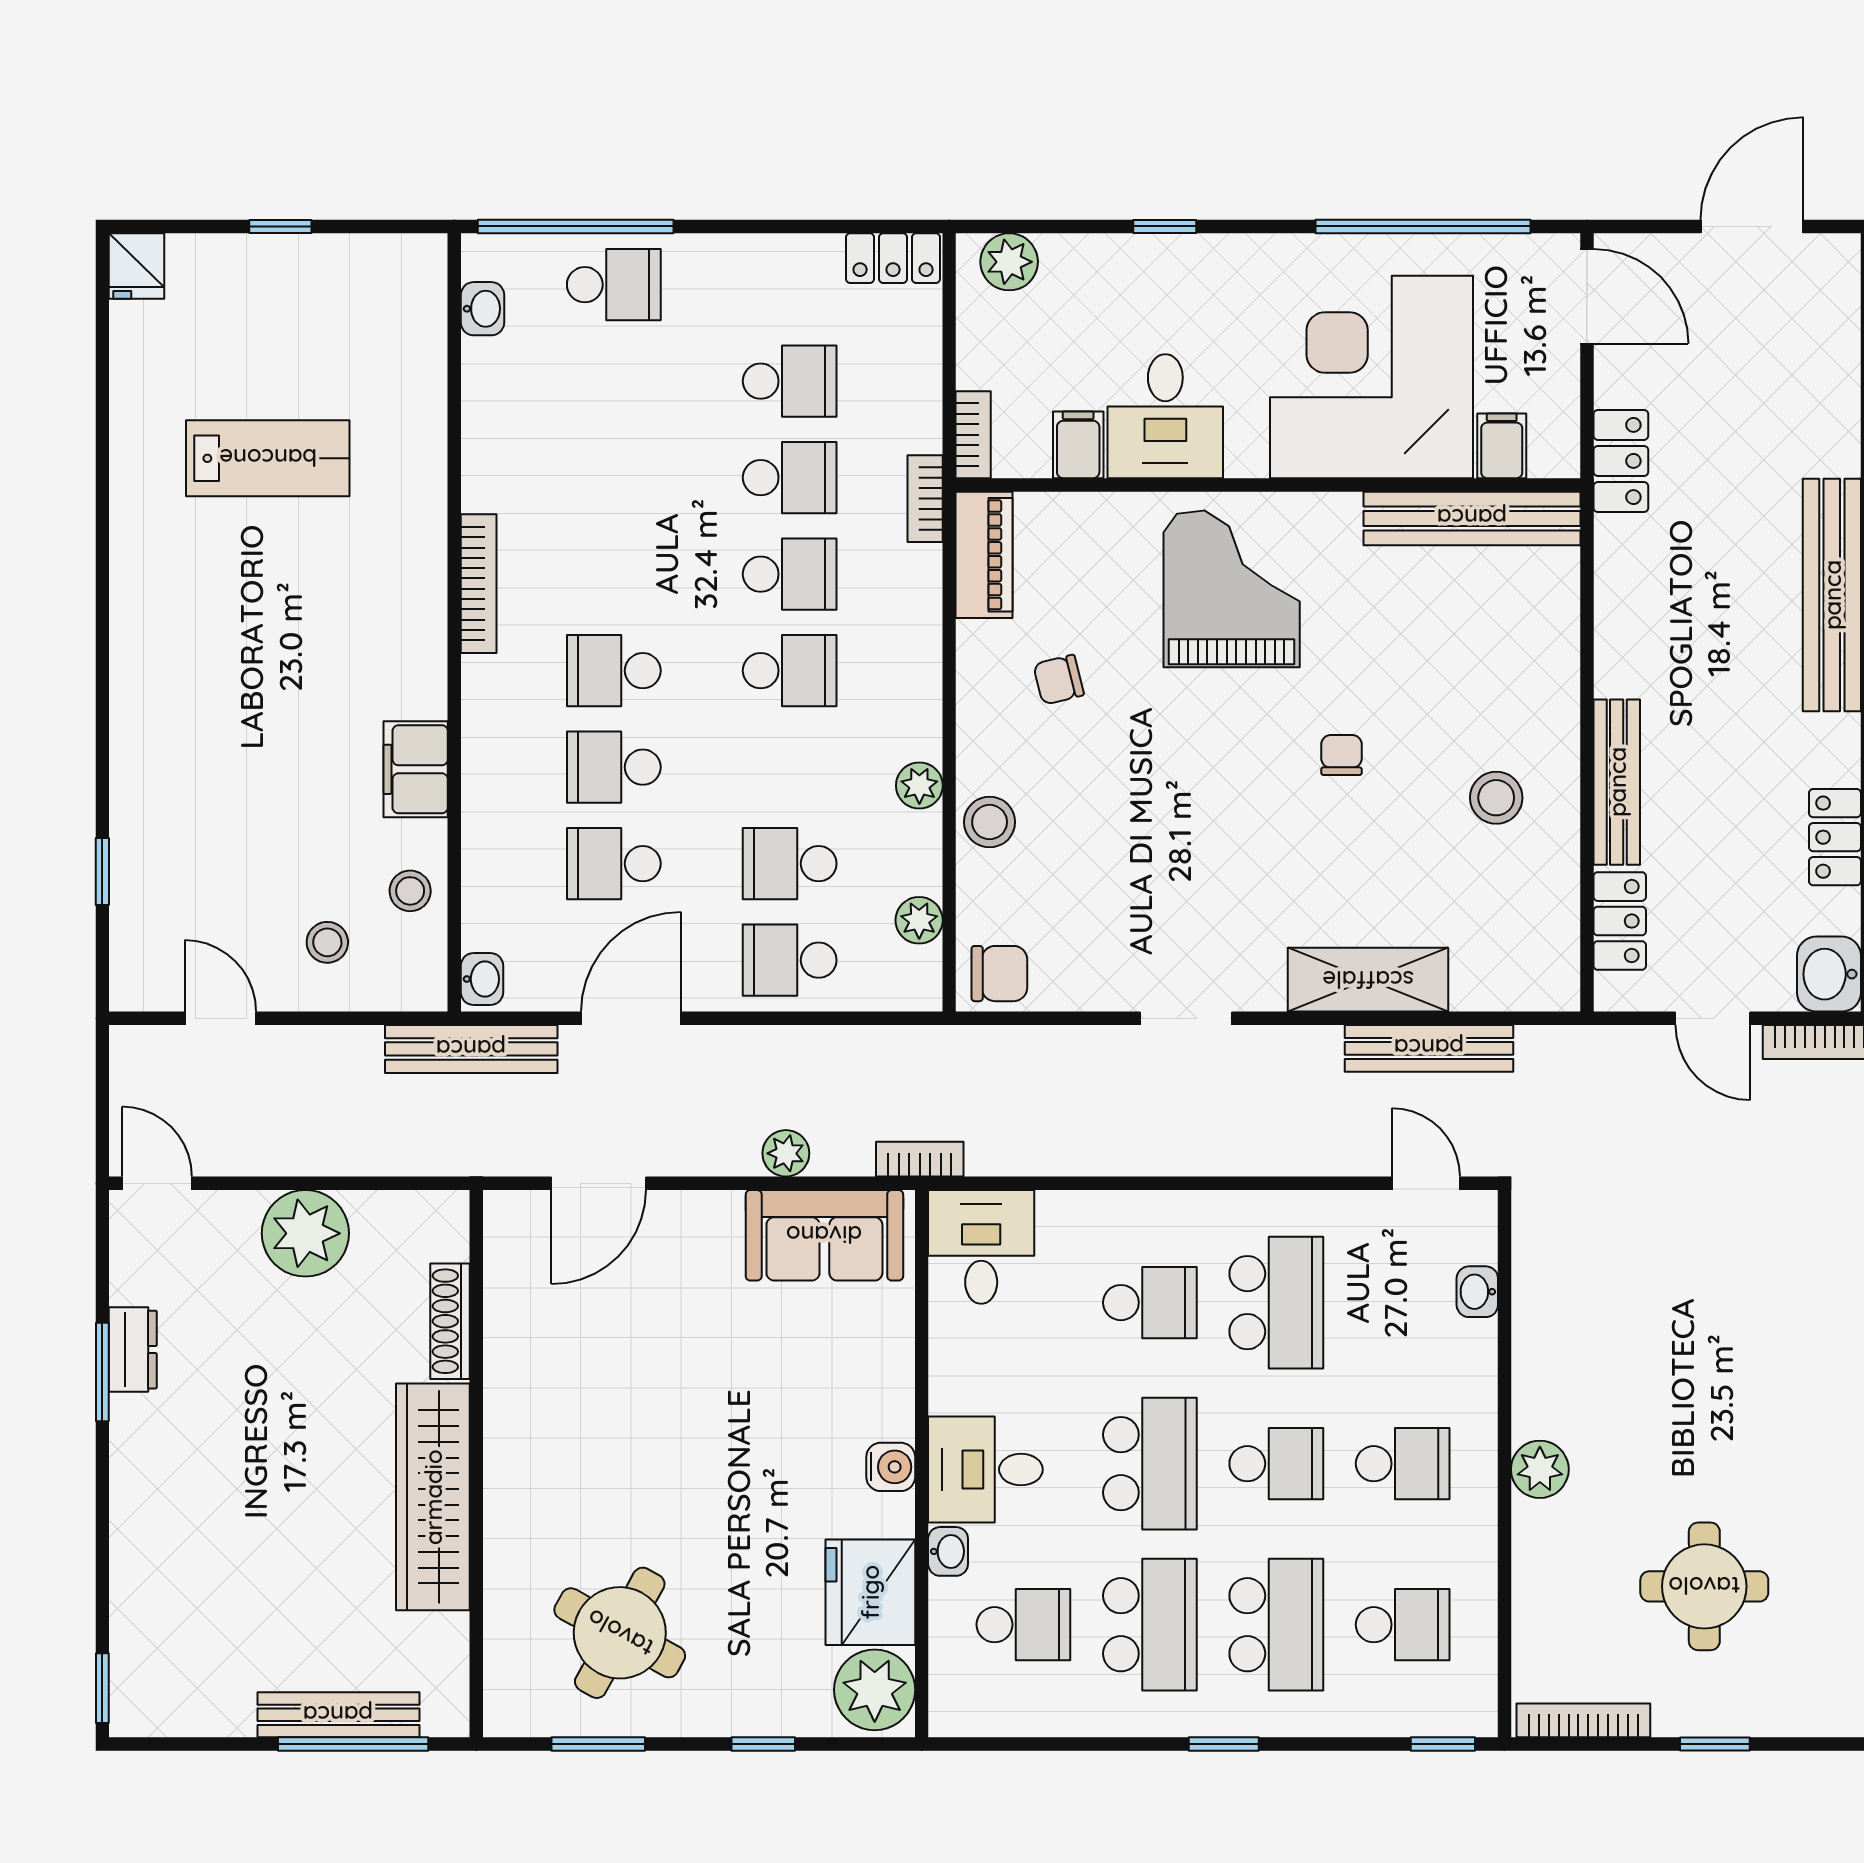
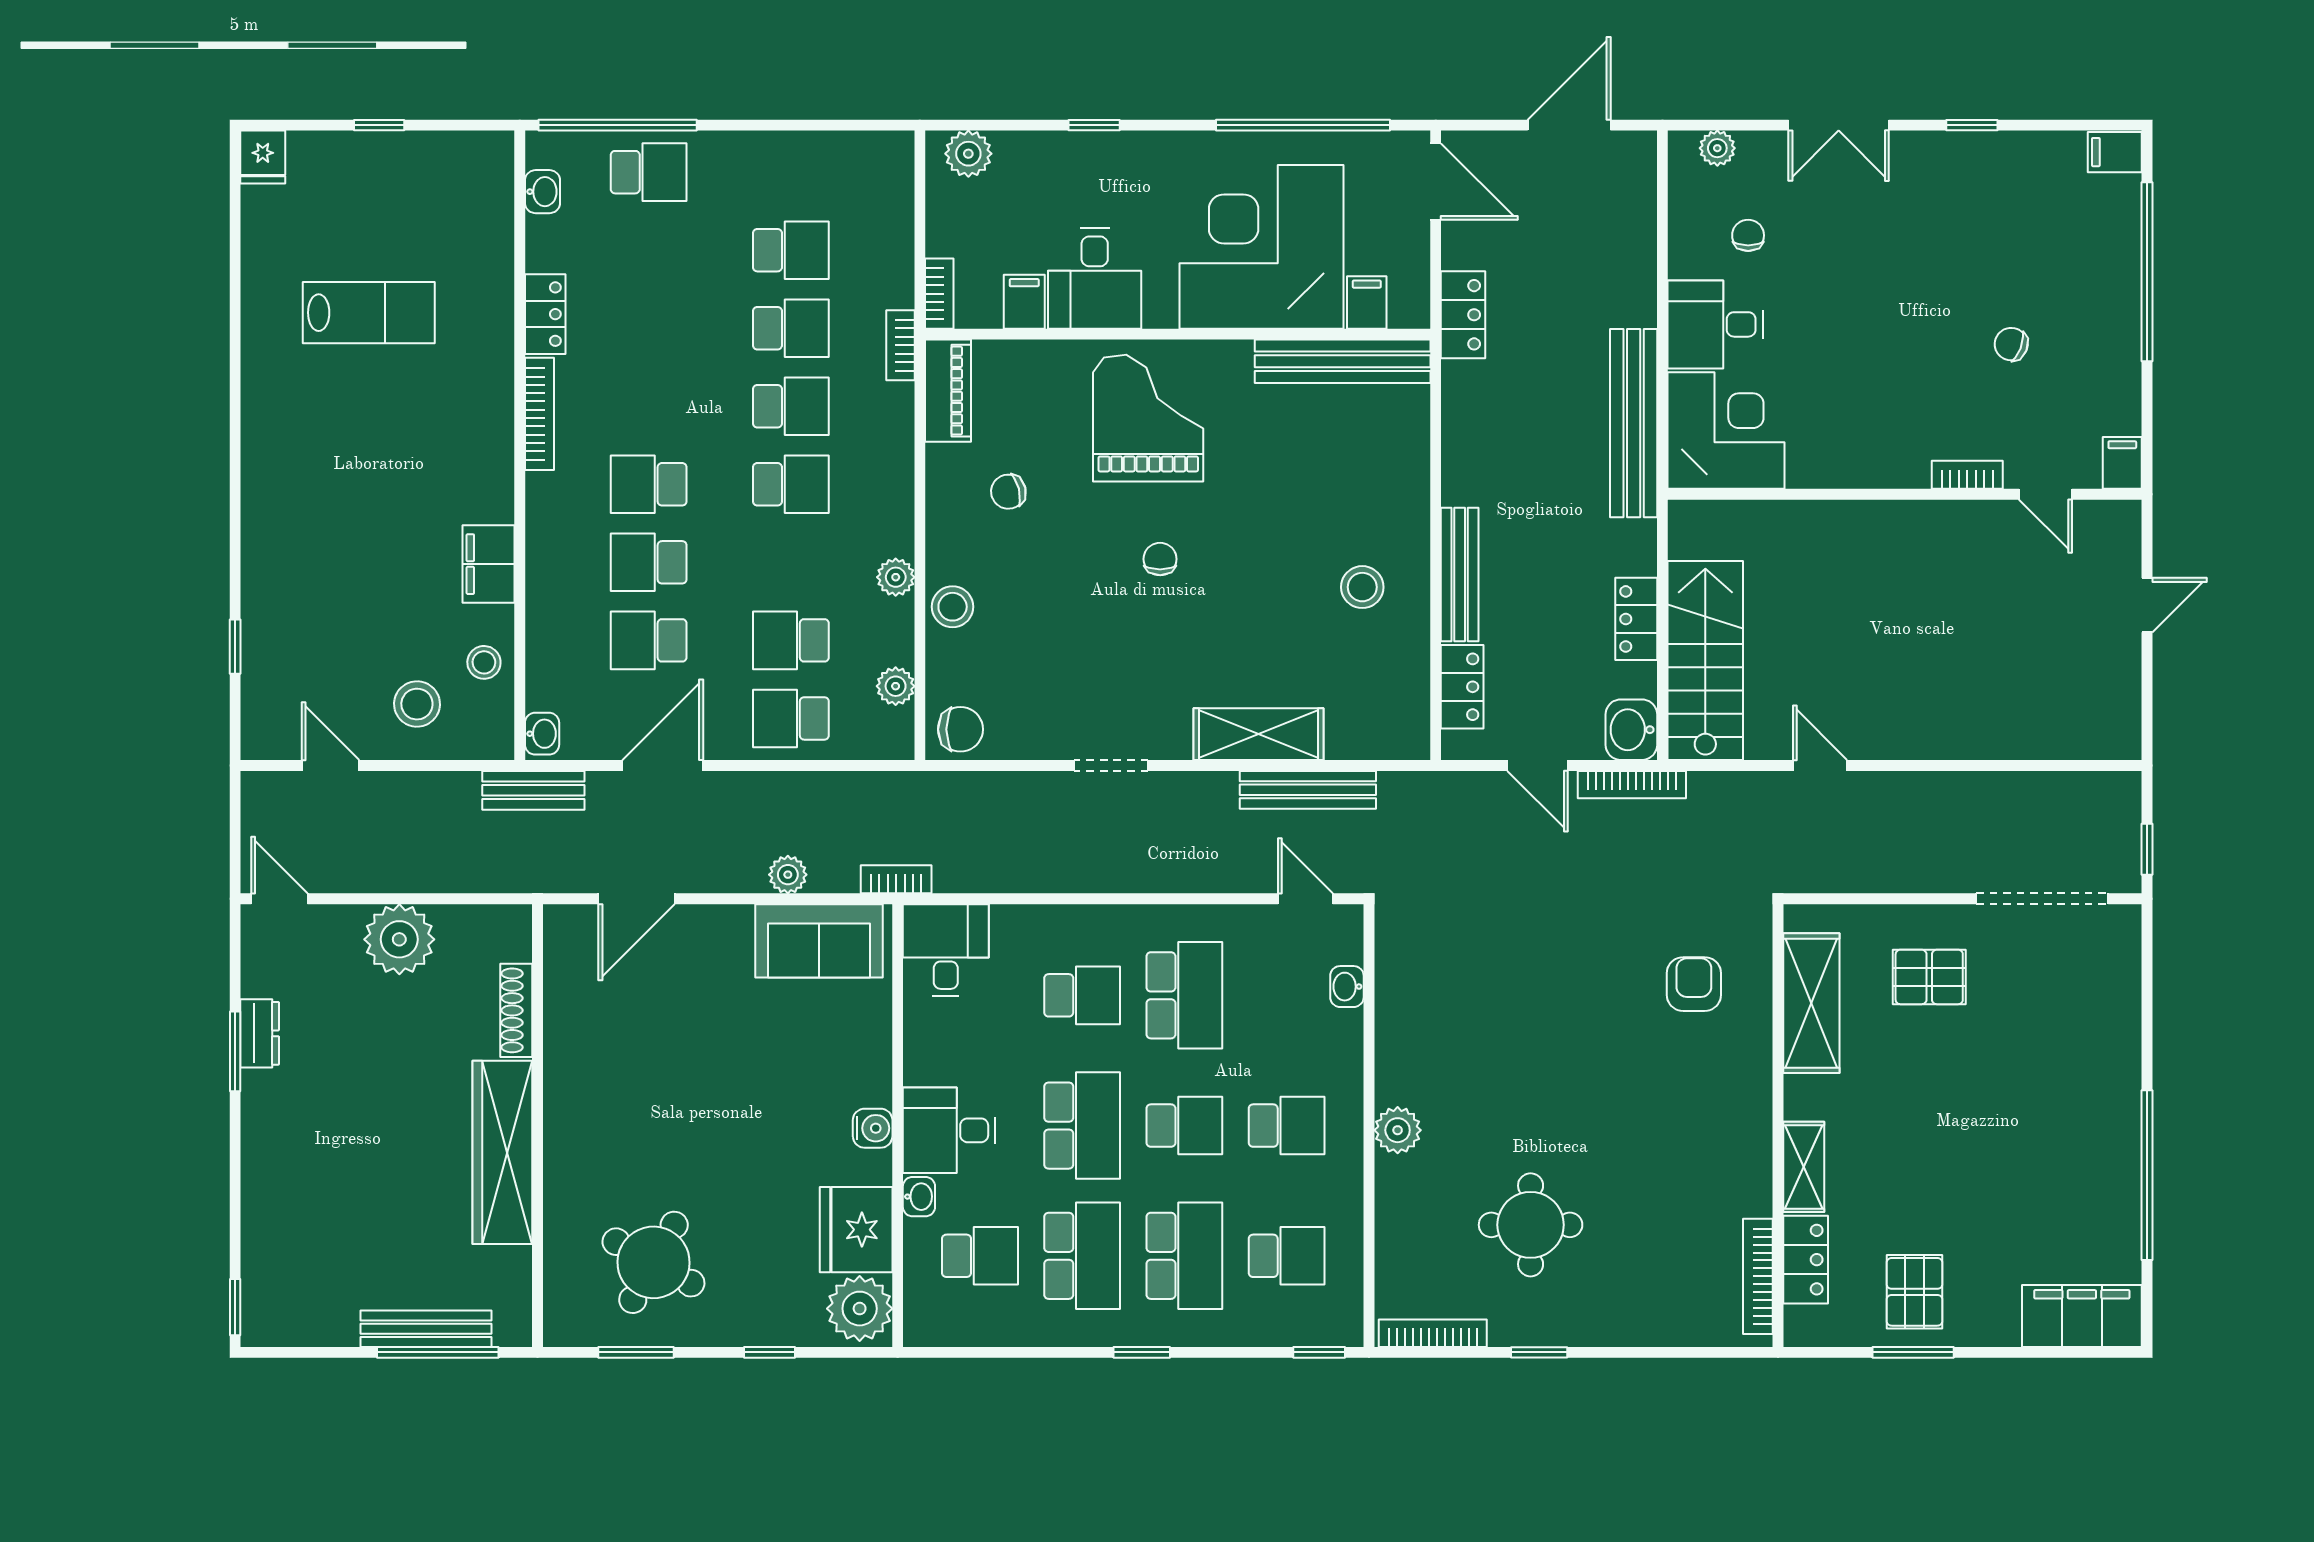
locker: (893, 258) -> (545, 314), moved, turned -90
chair: (1341, 755) -> (1160, 559), moved
stool: (327, 942) -> (417, 704), width x1.37, depth x1.37
bench: (471, 1049) -> (533, 790), width x0.73

